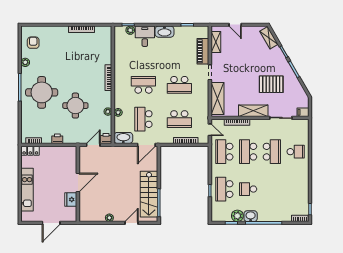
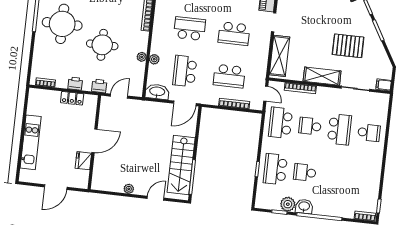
printer: (106, 139) -> (99, 86), moved
locker: (30, 151) -> (72, 98), moved
school desk: (248, 152) -> (310, 126), width x0.54

